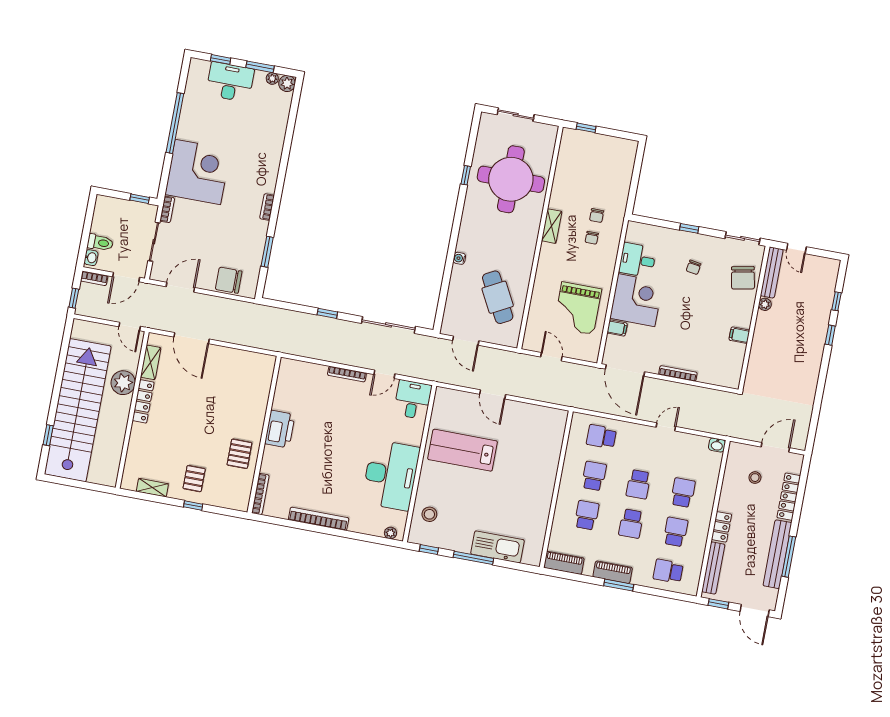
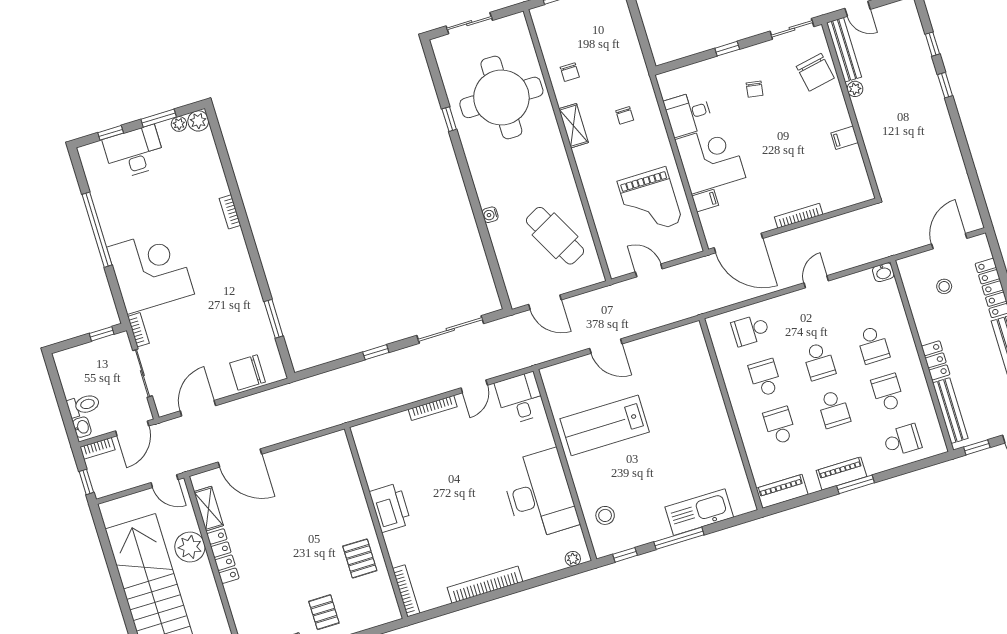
bookcase: (267, 207) -> (230, 212), moved
chair: (597, 216) -> (570, 72), moved
school desk: (683, 493) -> (873, 345), turned 180
school desk: (668, 571) -> (902, 440), turned 180

